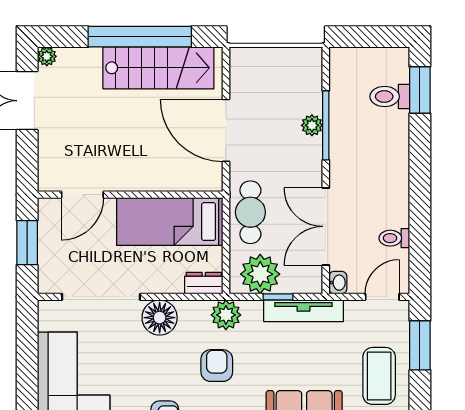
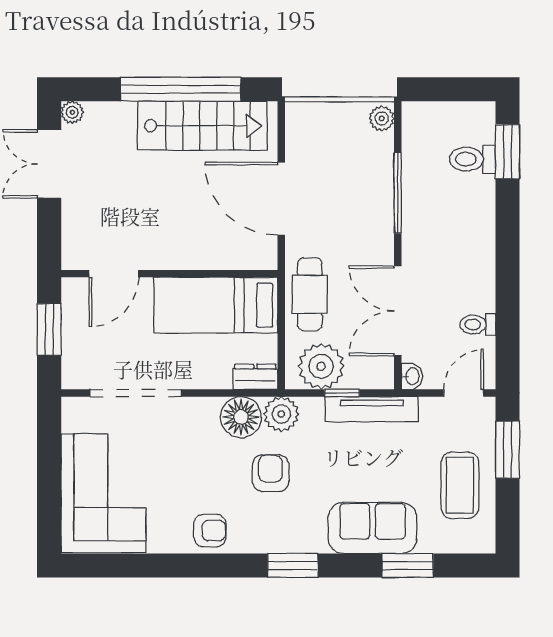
plant: (312, 125) -> (382, 118), moved
floor lamp: (160, 318) -> (241, 417), moved

